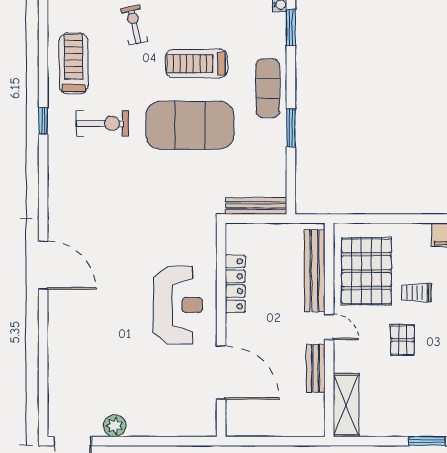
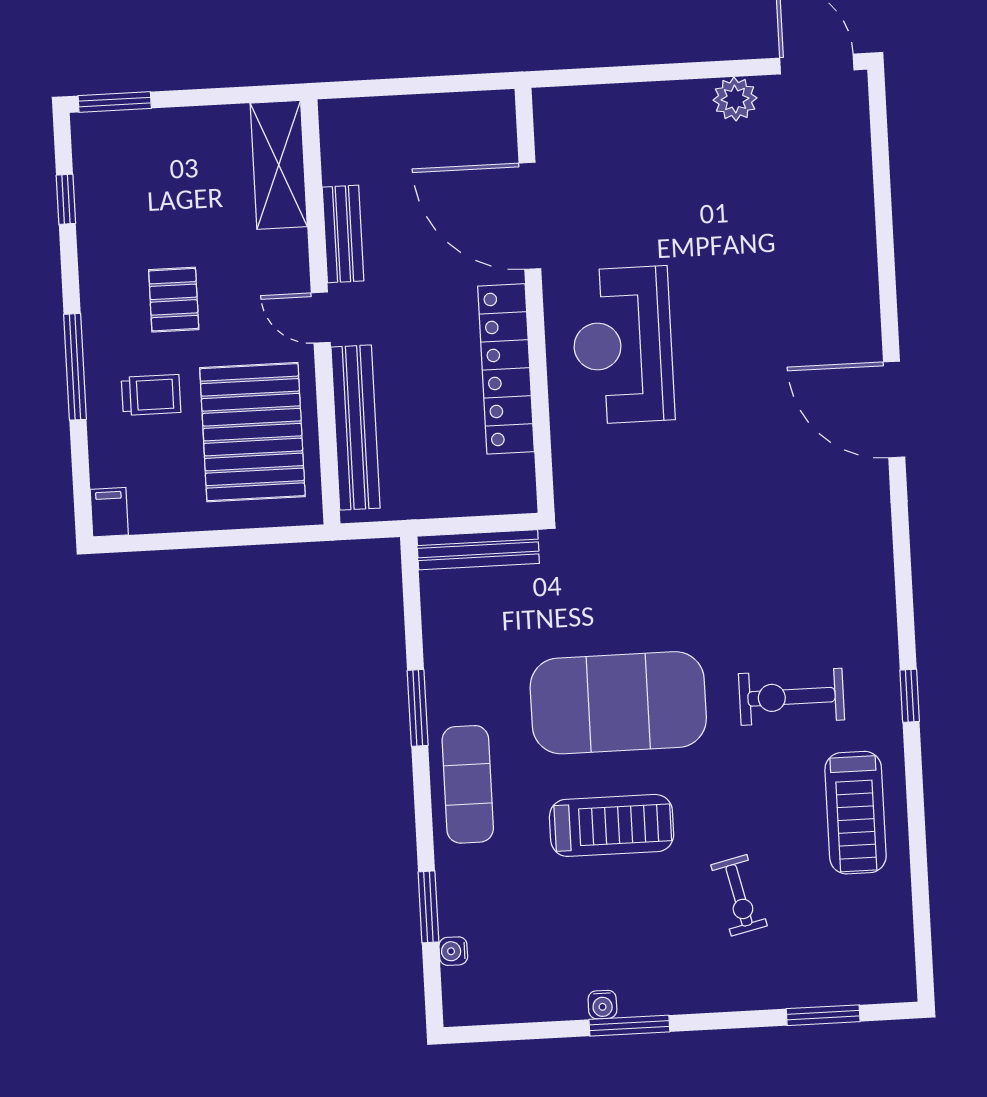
locker: (235, 284) -> (506, 369), width x1.41, depth x1.21

